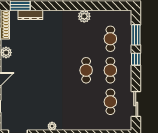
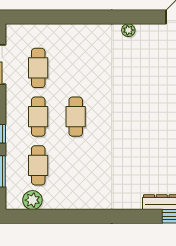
plant: (84, 16) -> (32, 200), moved

